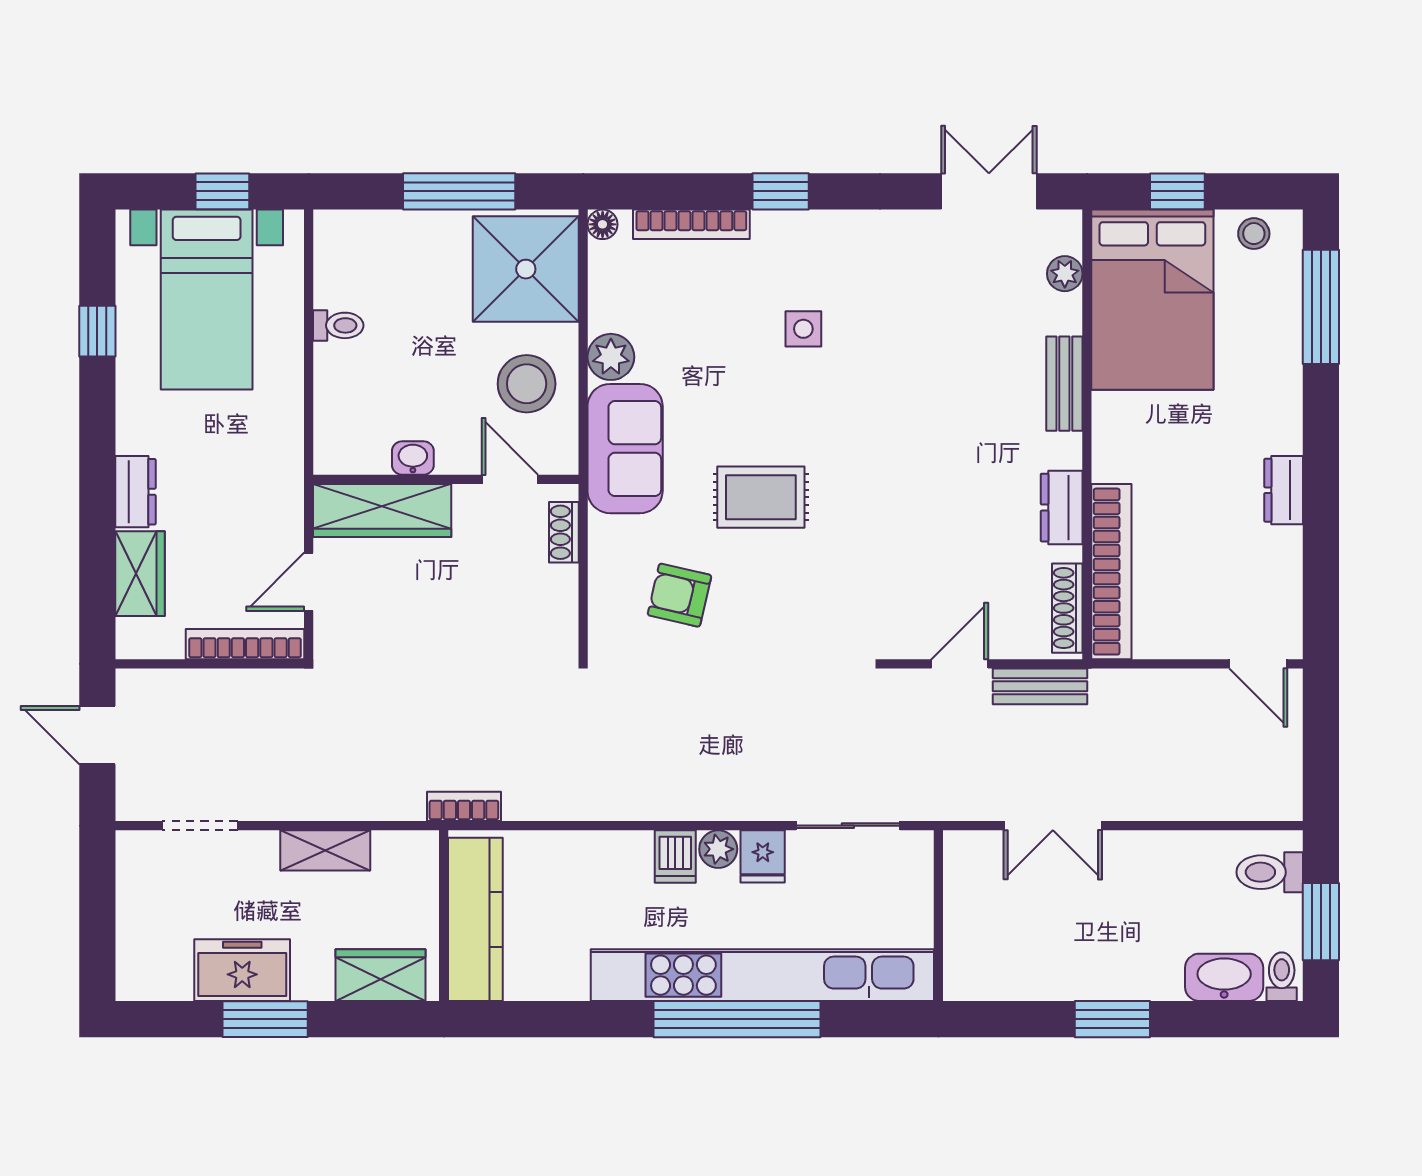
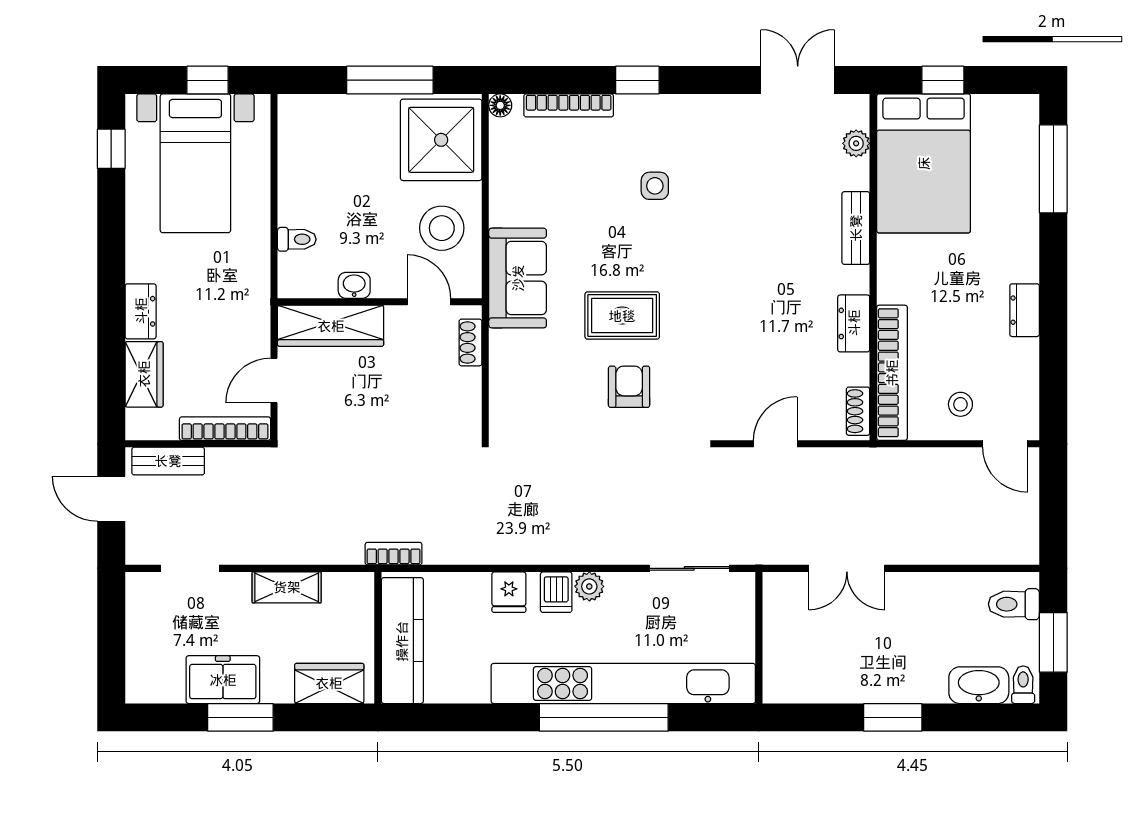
stool: (1254, 234) -> (960, 404), moved
toilet: (338, 325) -> (297, 239), moved
window: (97, 331) -> (111, 149), moved
plant: (611, 357) -> (507, 208), removed
armchair: (679, 595) -> (629, 387), moved, turned 77
shoe rack: (1067, 608) -> (858, 411), width x0.70
bench: (1040, 686) -> (168, 461), moved
fridge: (763, 856) -> (509, 592), moved

